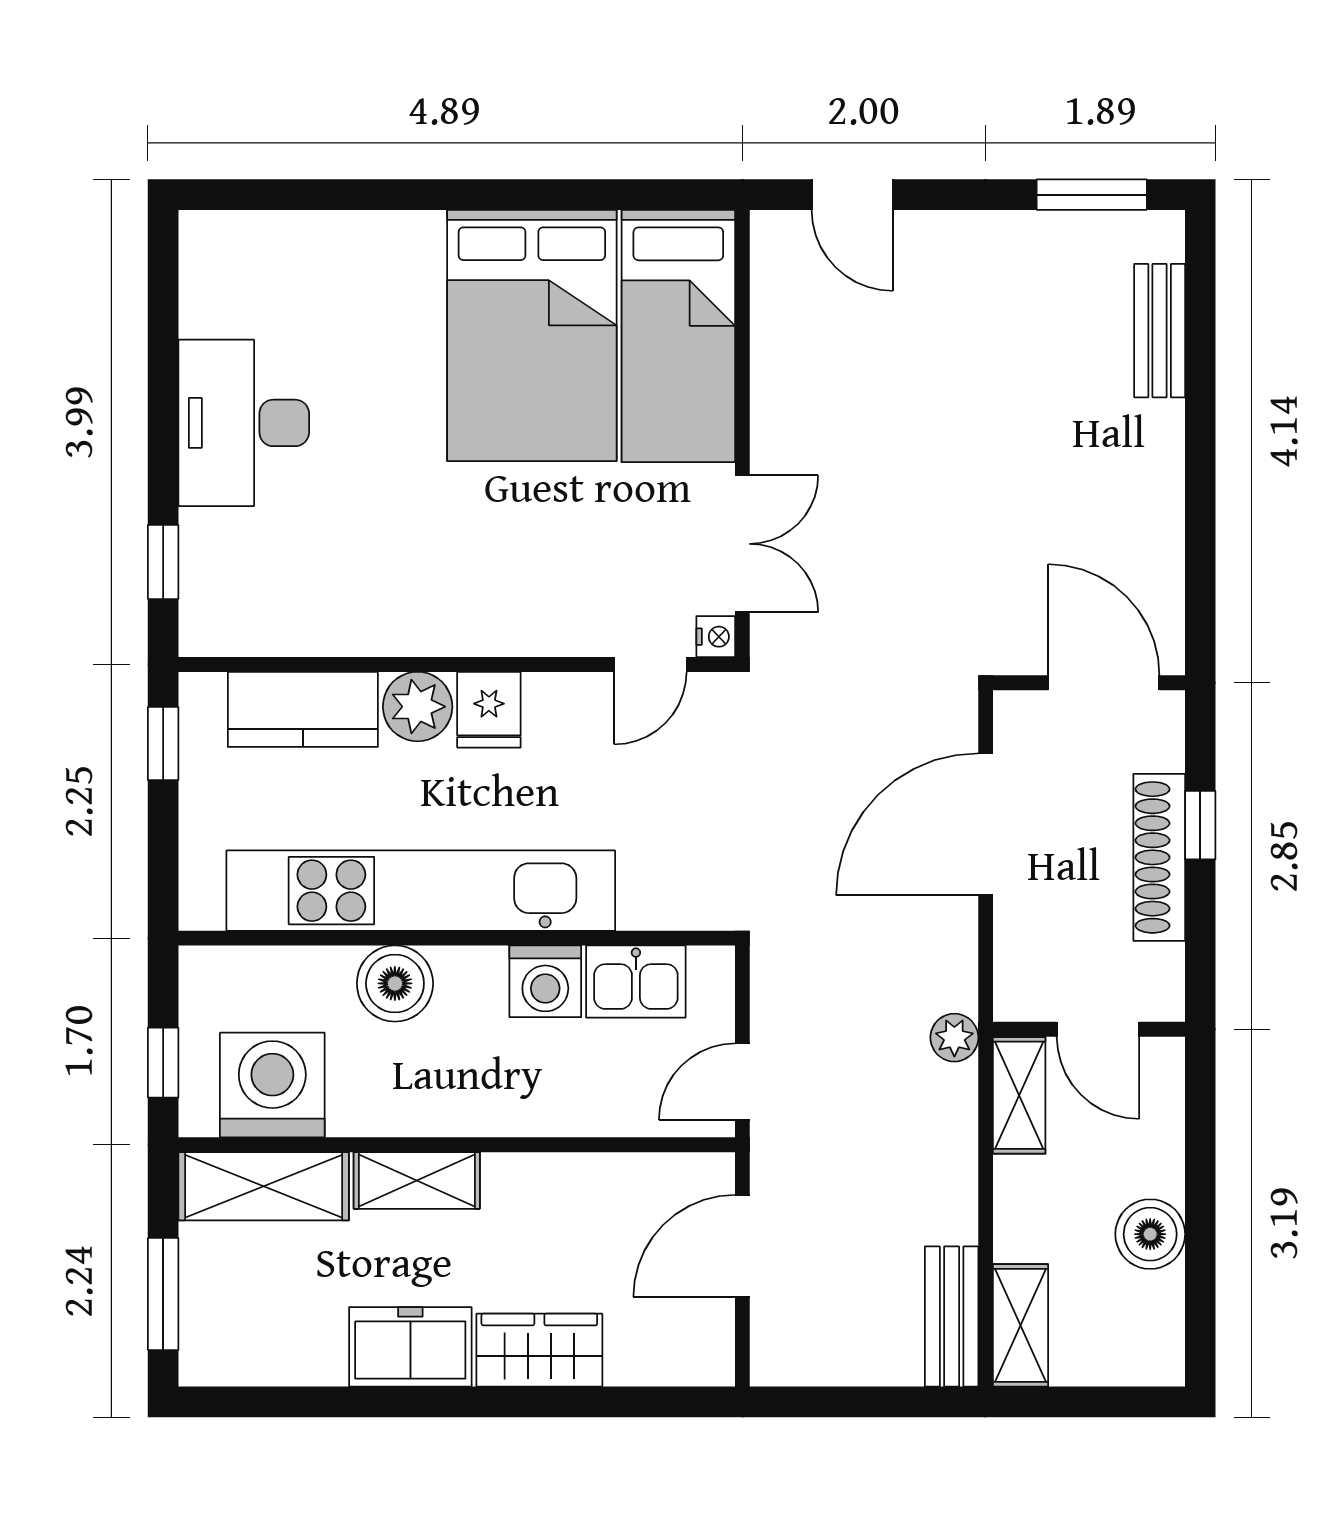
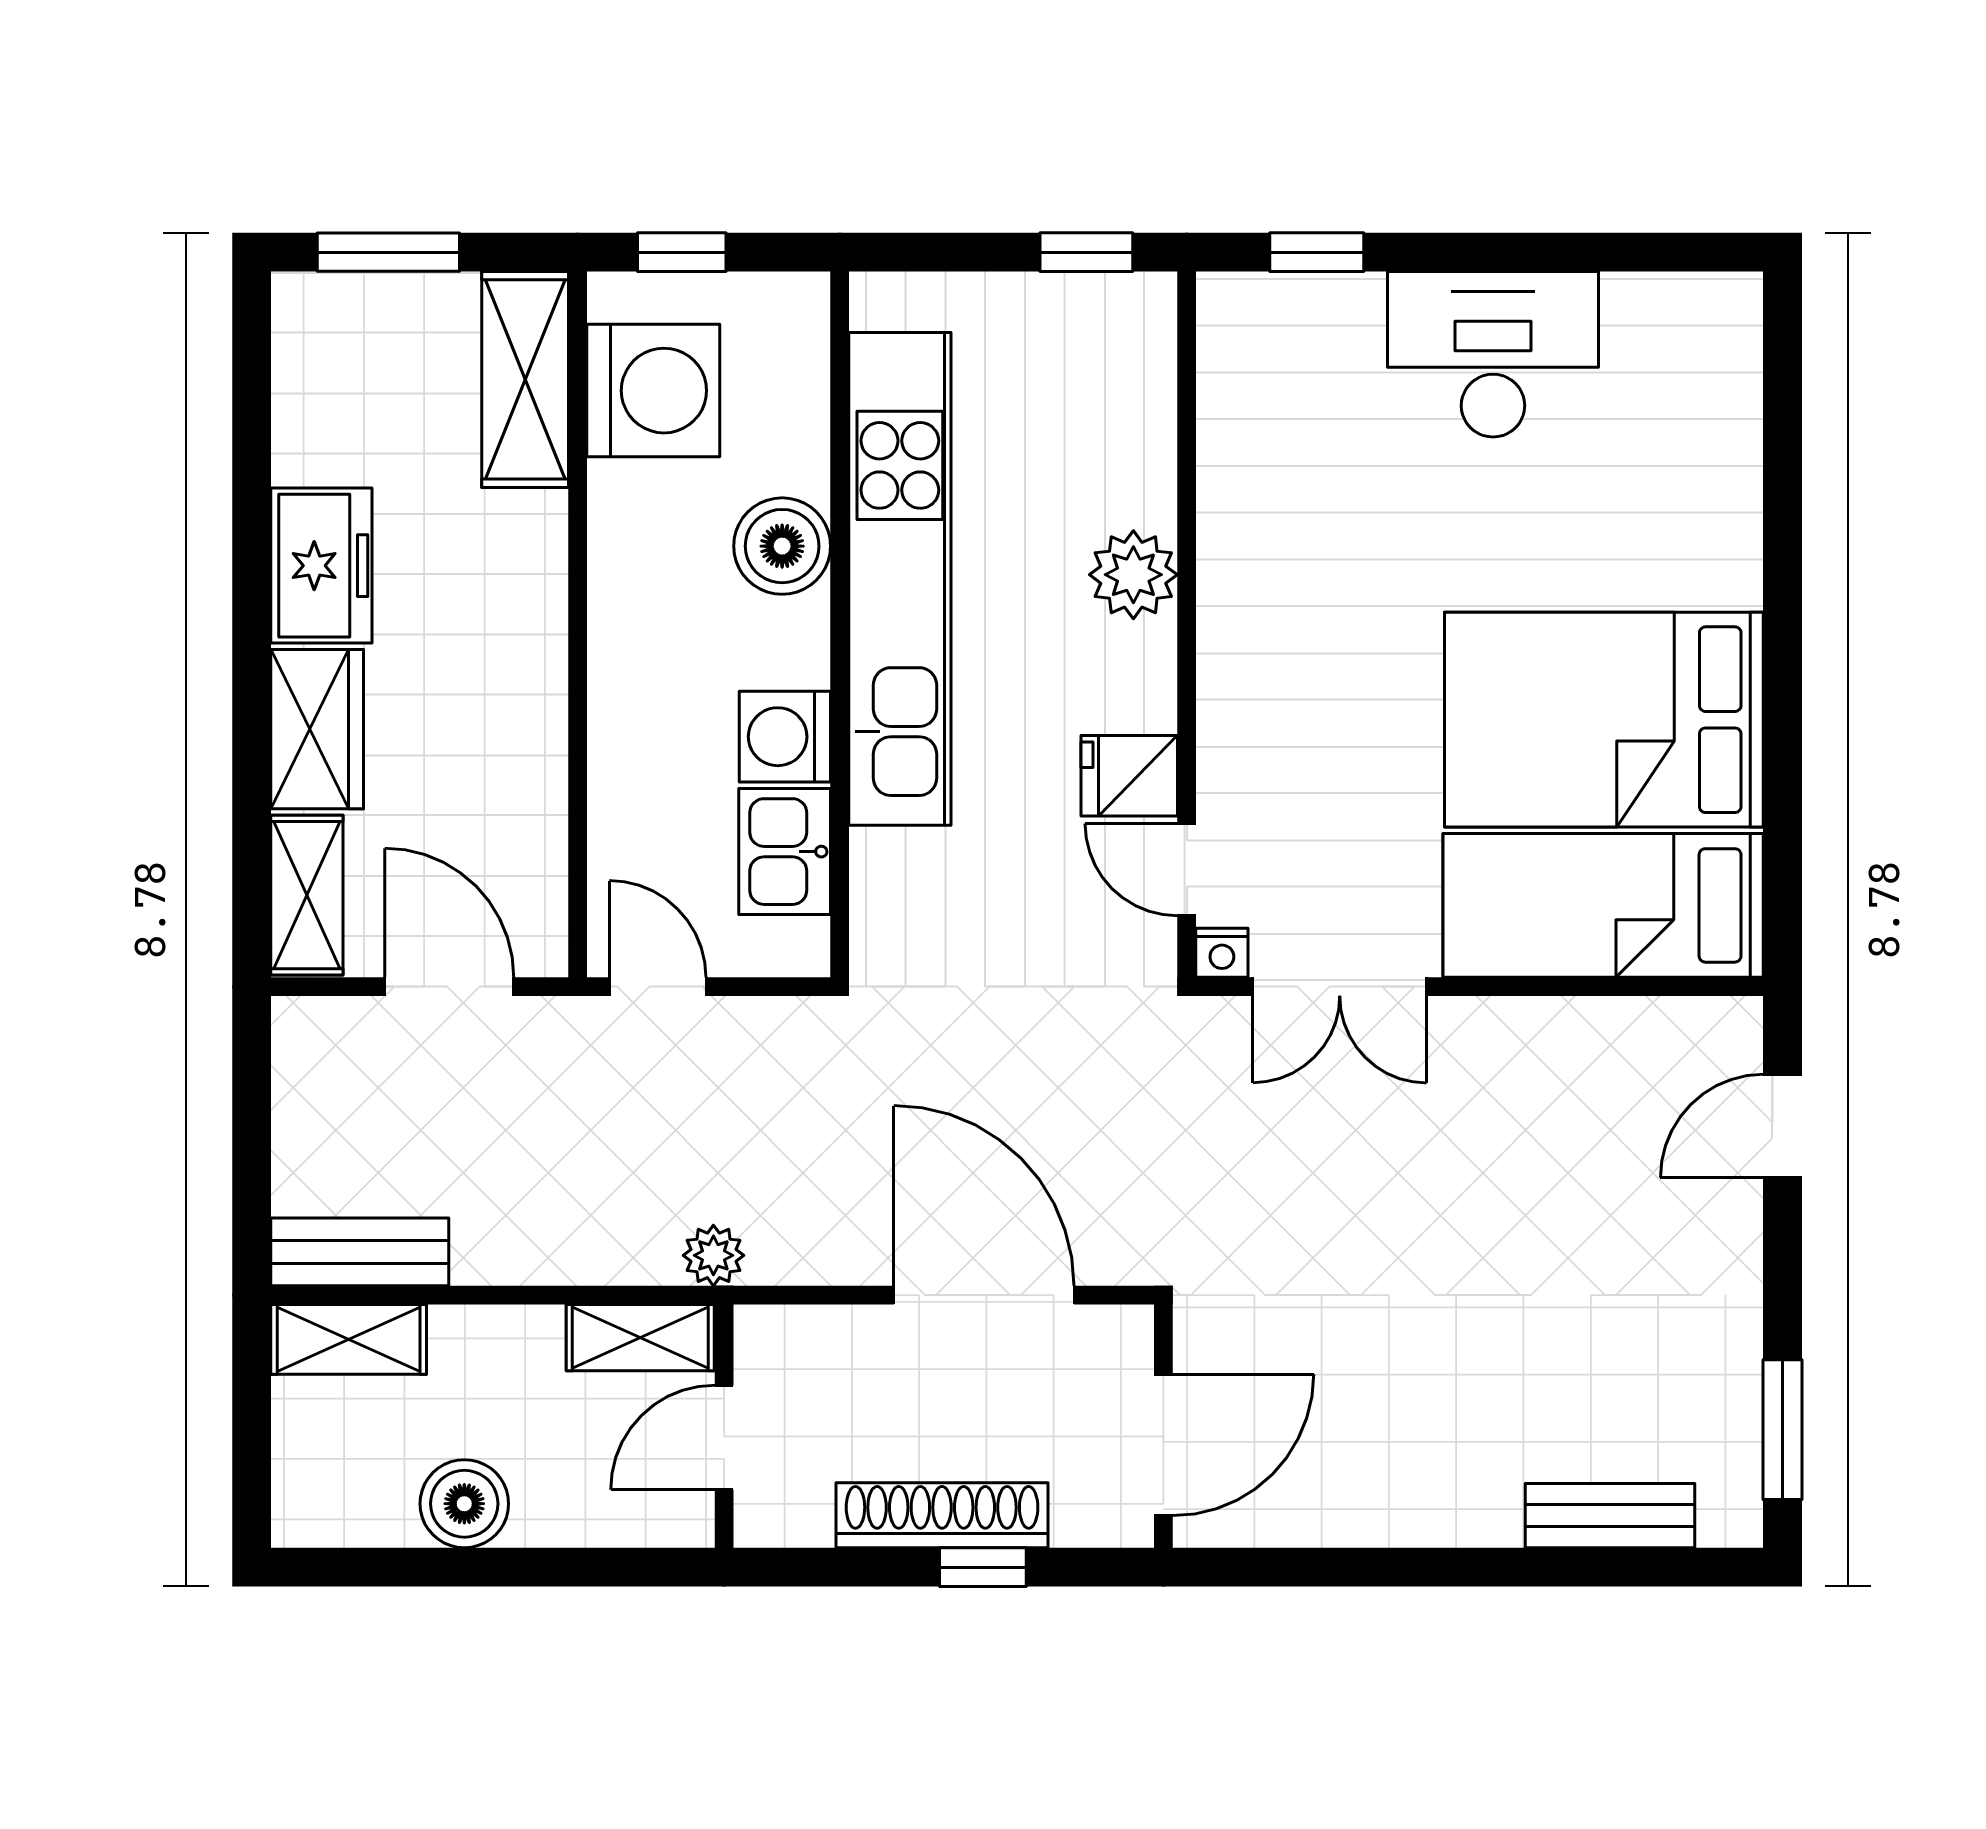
kitchen counter: (303, 709) -> (1130, 429), removed
fridge: (489, 710) -> (1129, 776), moved
shelving: (417, 1180) -> (307, 895), moved

